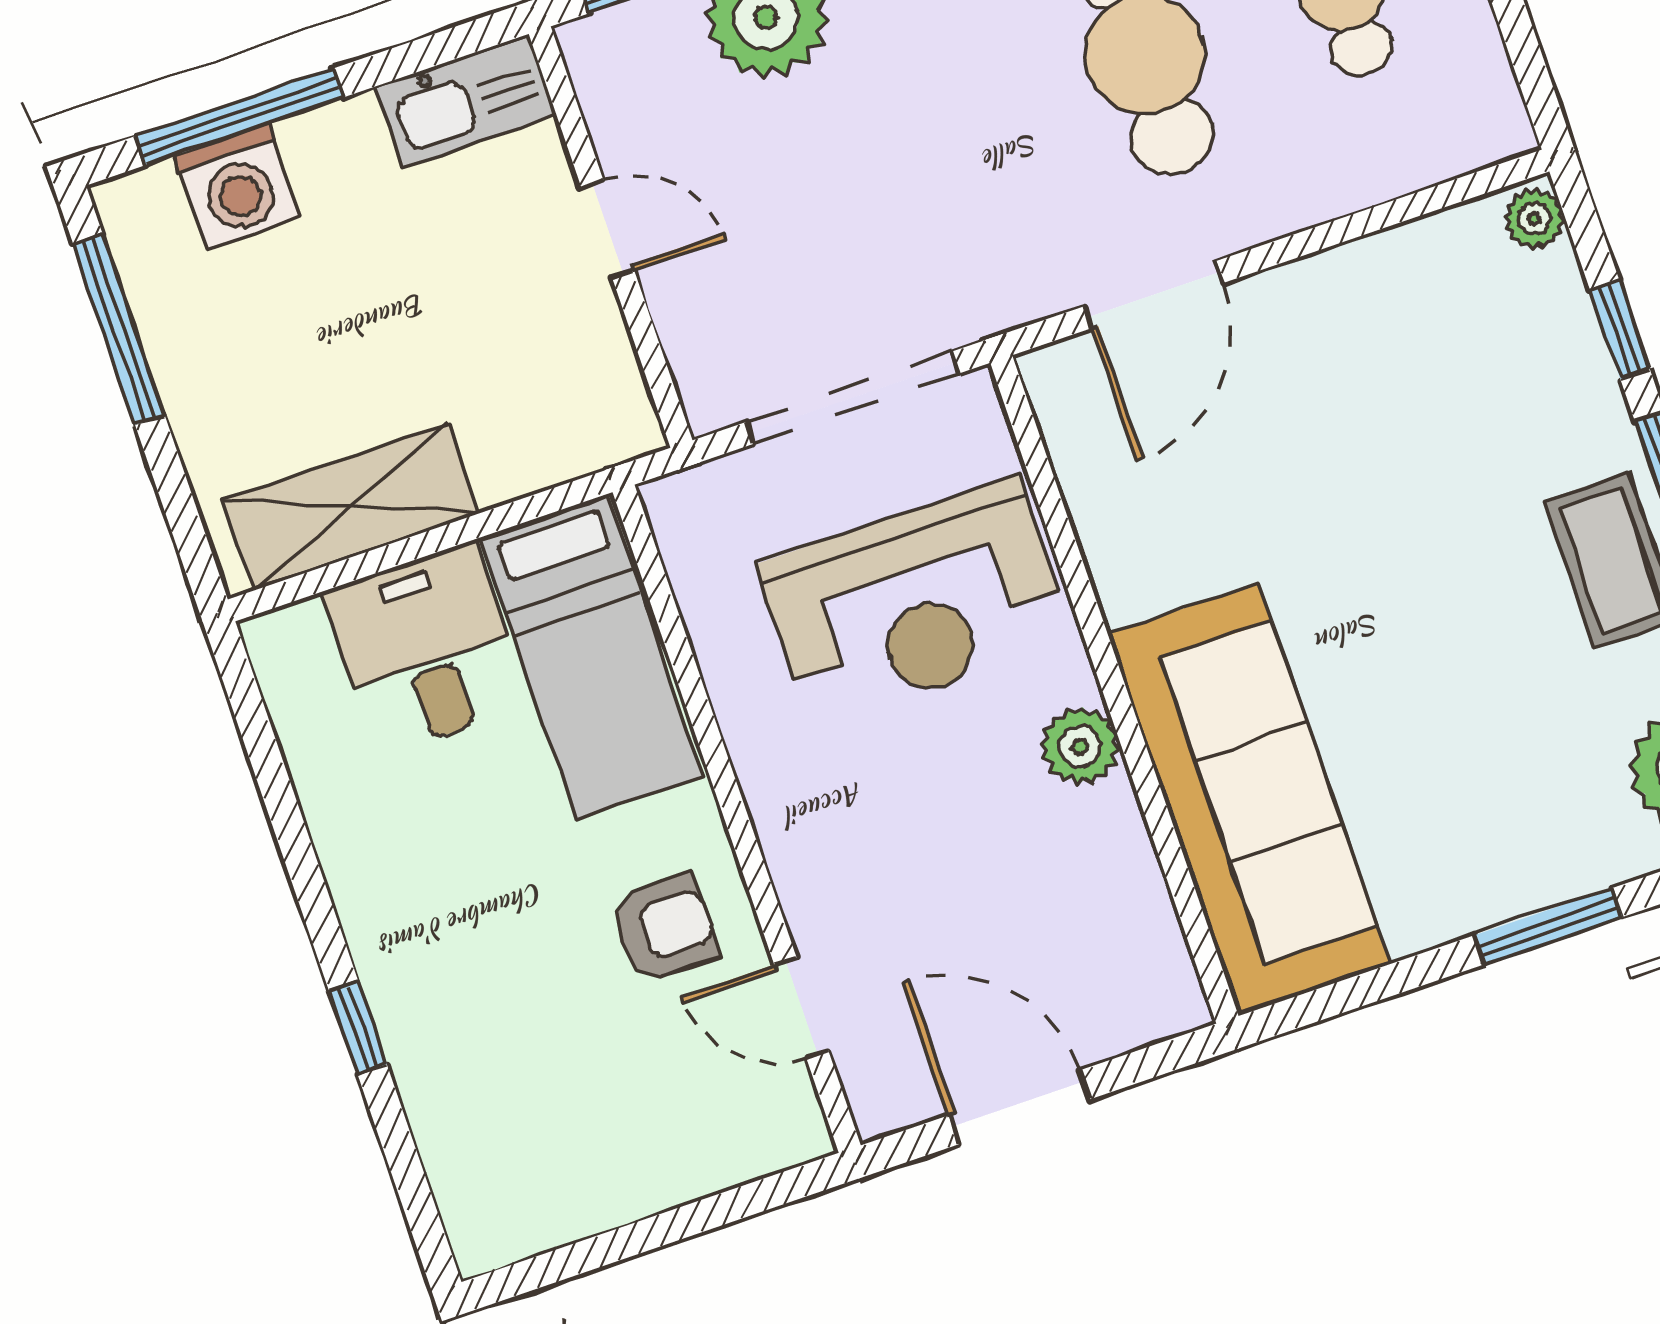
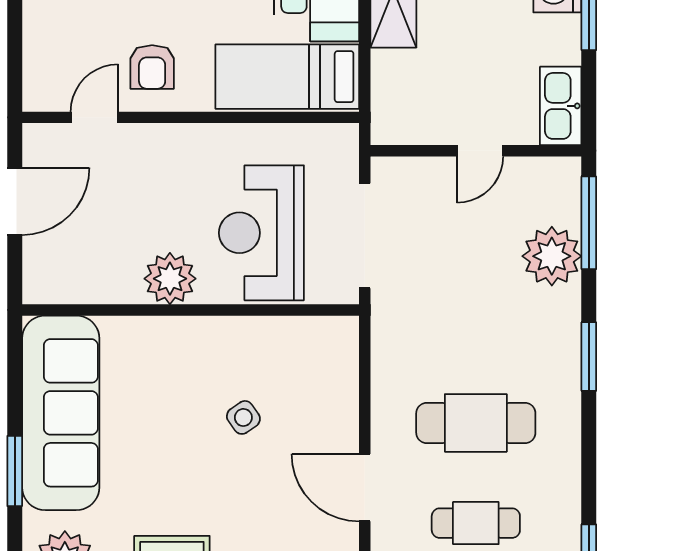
door: (1154, 294) -> (365, 488), moved
side table: (1290, 514) -> (243, 417), added
plant: (1080, 746) -> (170, 279), width x1.36, depth x1.36
sofa: (1249, 799) -> (61, 413), moved, turned -90

